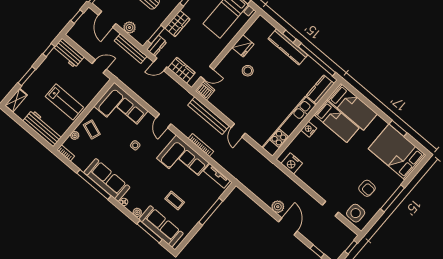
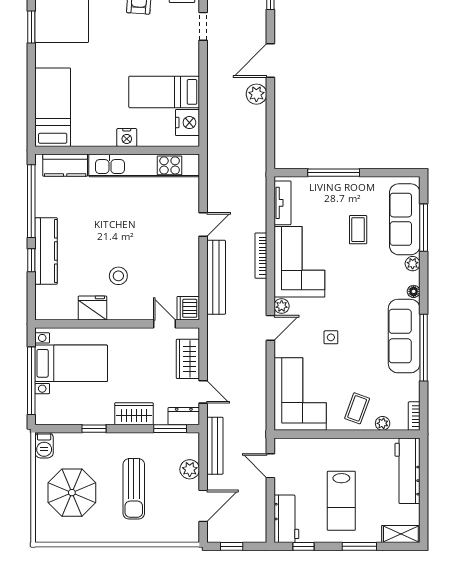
lab bench: (64, 102) -> (341, 501), moved, turned 180
bed: (336, 121) -> (164, 92), moved, turned -90
plant: (169, 135) -> (282, 306), added

